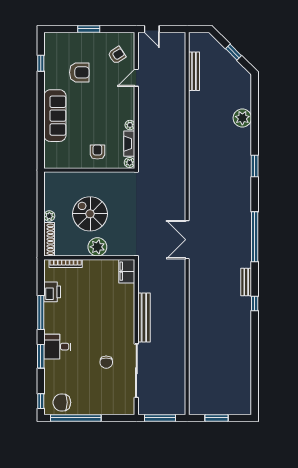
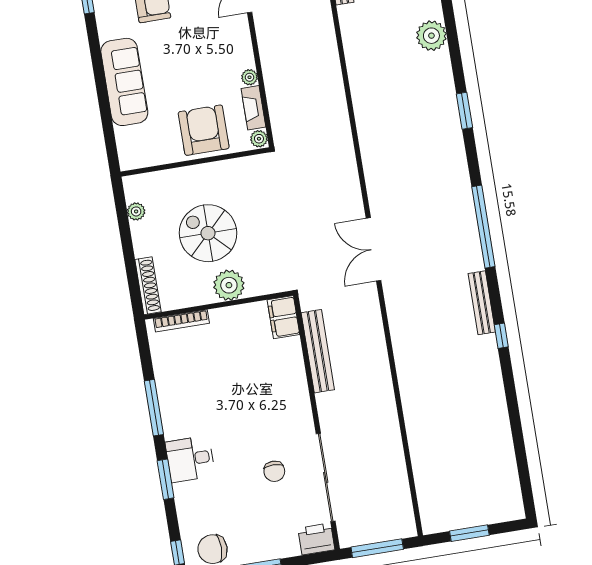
armchair: (97, 152) -> (204, 130), width x1.88, depth x1.88
plant: (49, 216) -> (136, 211), moved
bench: (246, 282) -> (482, 303), width x1.36
printer: (52, 292) -> (316, 539), moved, turned -90
bench: (144, 318) -> (318, 351), moved

